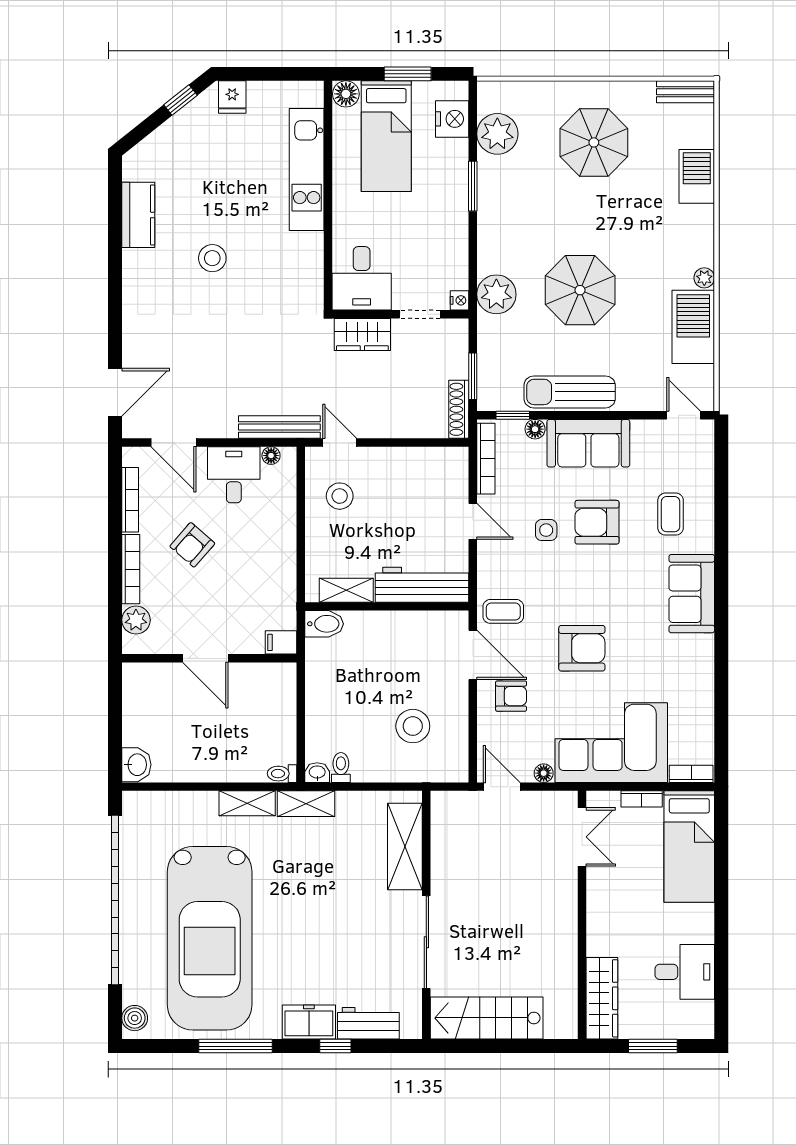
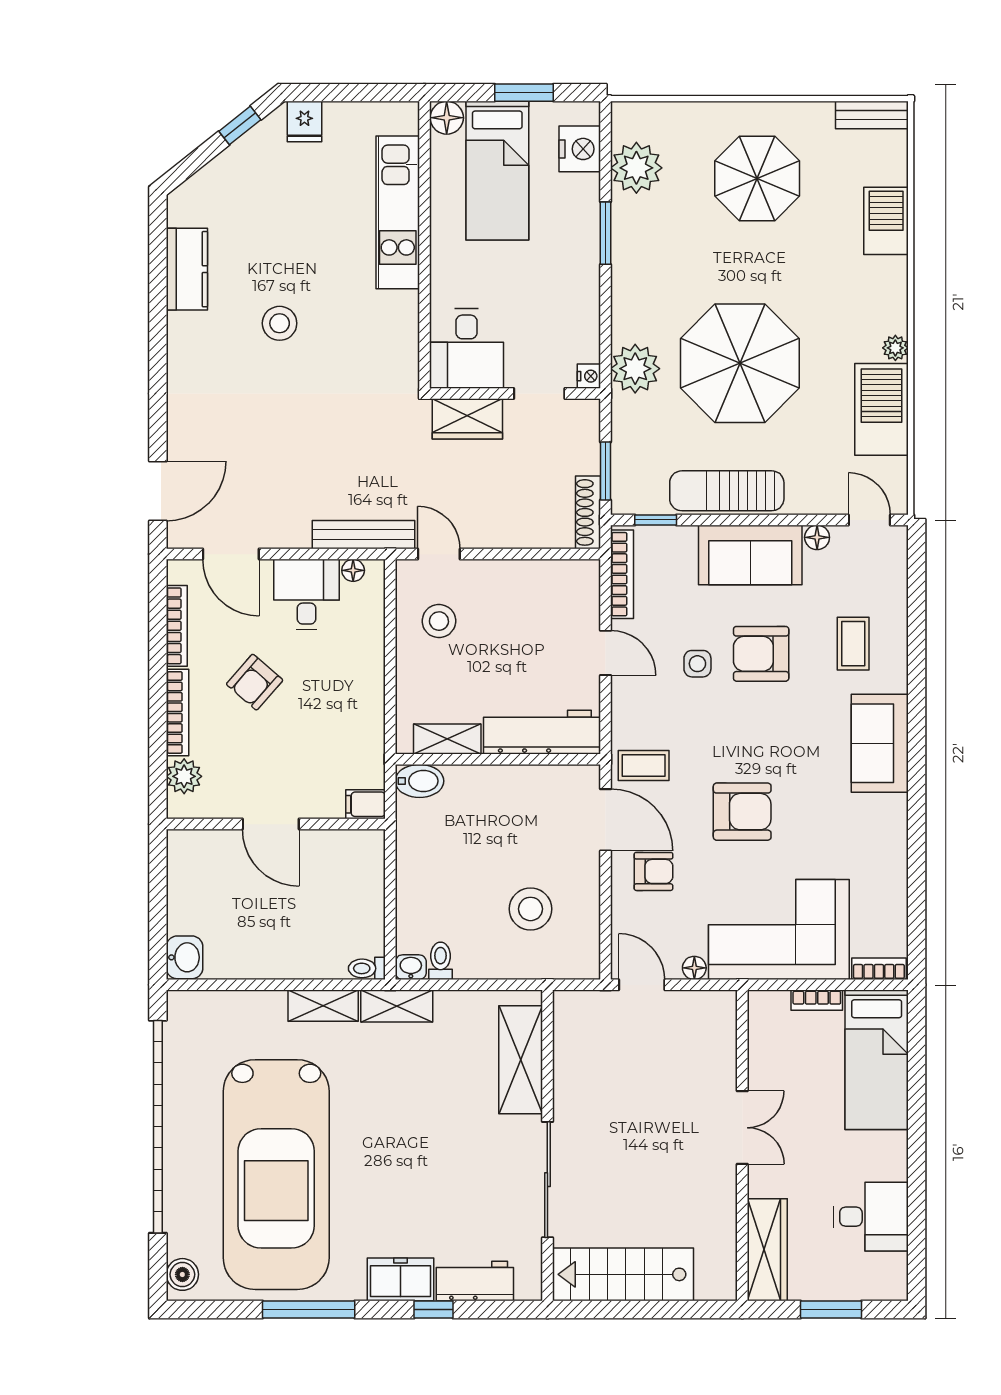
parasol: (580, 290) -> (740, 363), width x1.36, depth x1.36
floor lamp: (535, 429) -> (817, 537), moved
double door: (582, 837) -> (742, 1128), moved

